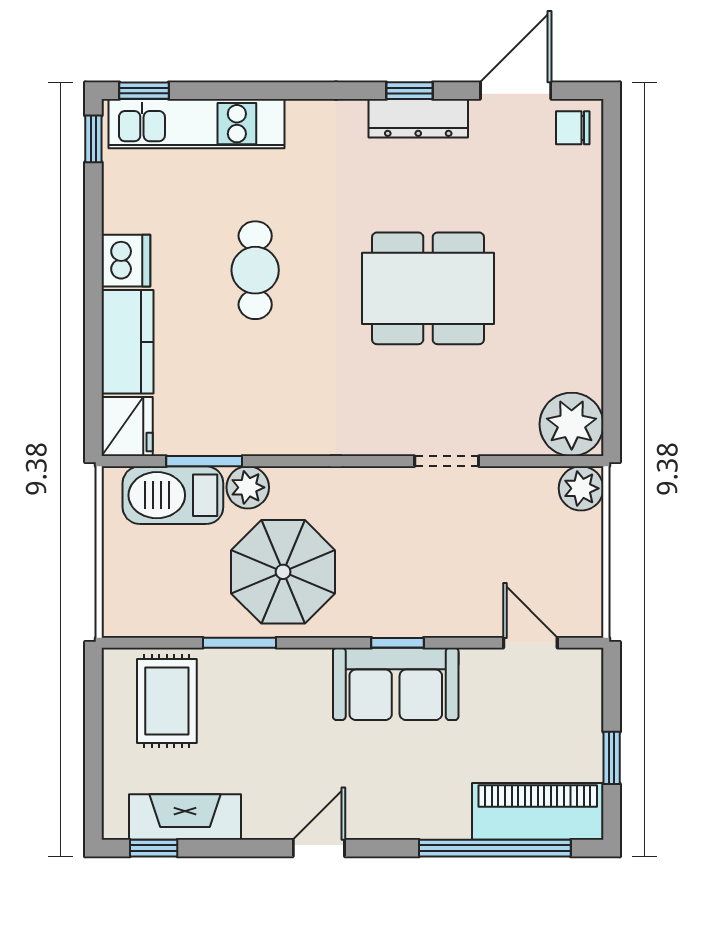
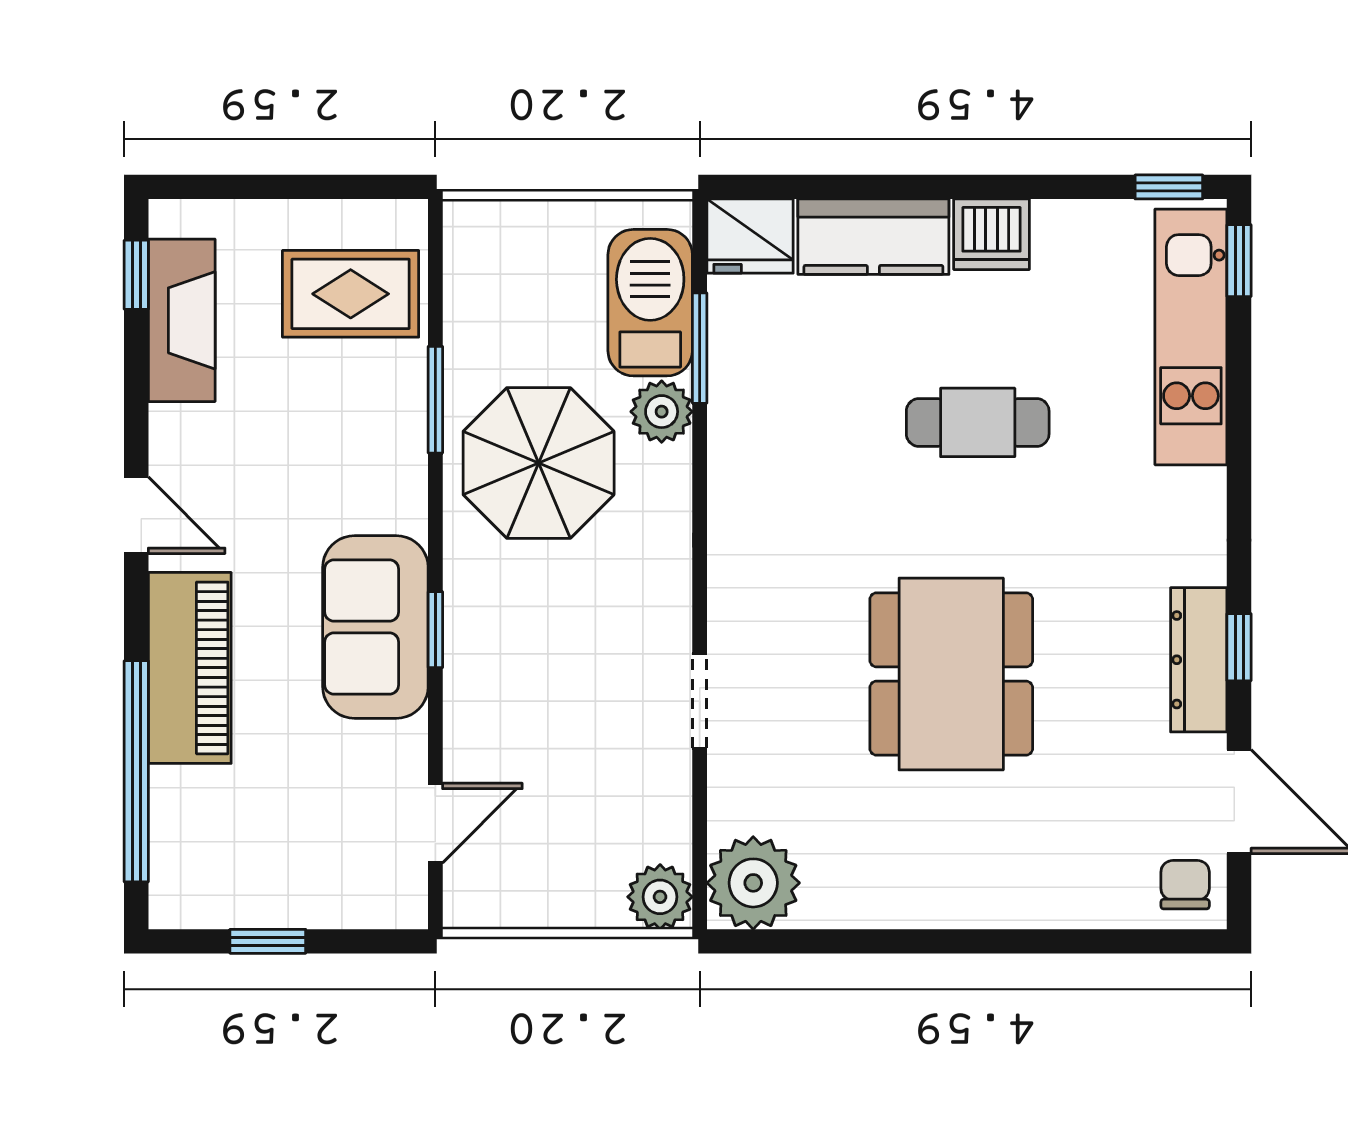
piano: (538, 811) -> (190, 668), moved

